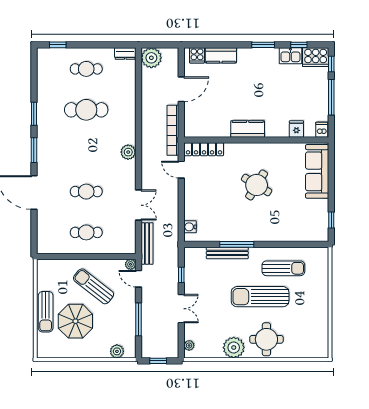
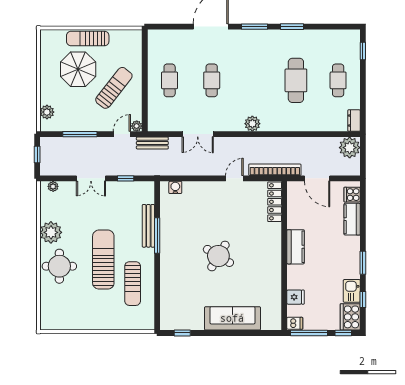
kitchen counter: (248, 129) -> (296, 247), moved
fridge: (296, 129) -> (296, 297), moved
dishwasher: (322, 130) -> (295, 323), moved
wall: (256, 140) -> (284, 256), moved
locker: (204, 149) -> (275, 202), moved
bench: (147, 243) -> (152, 143), width x0.73

